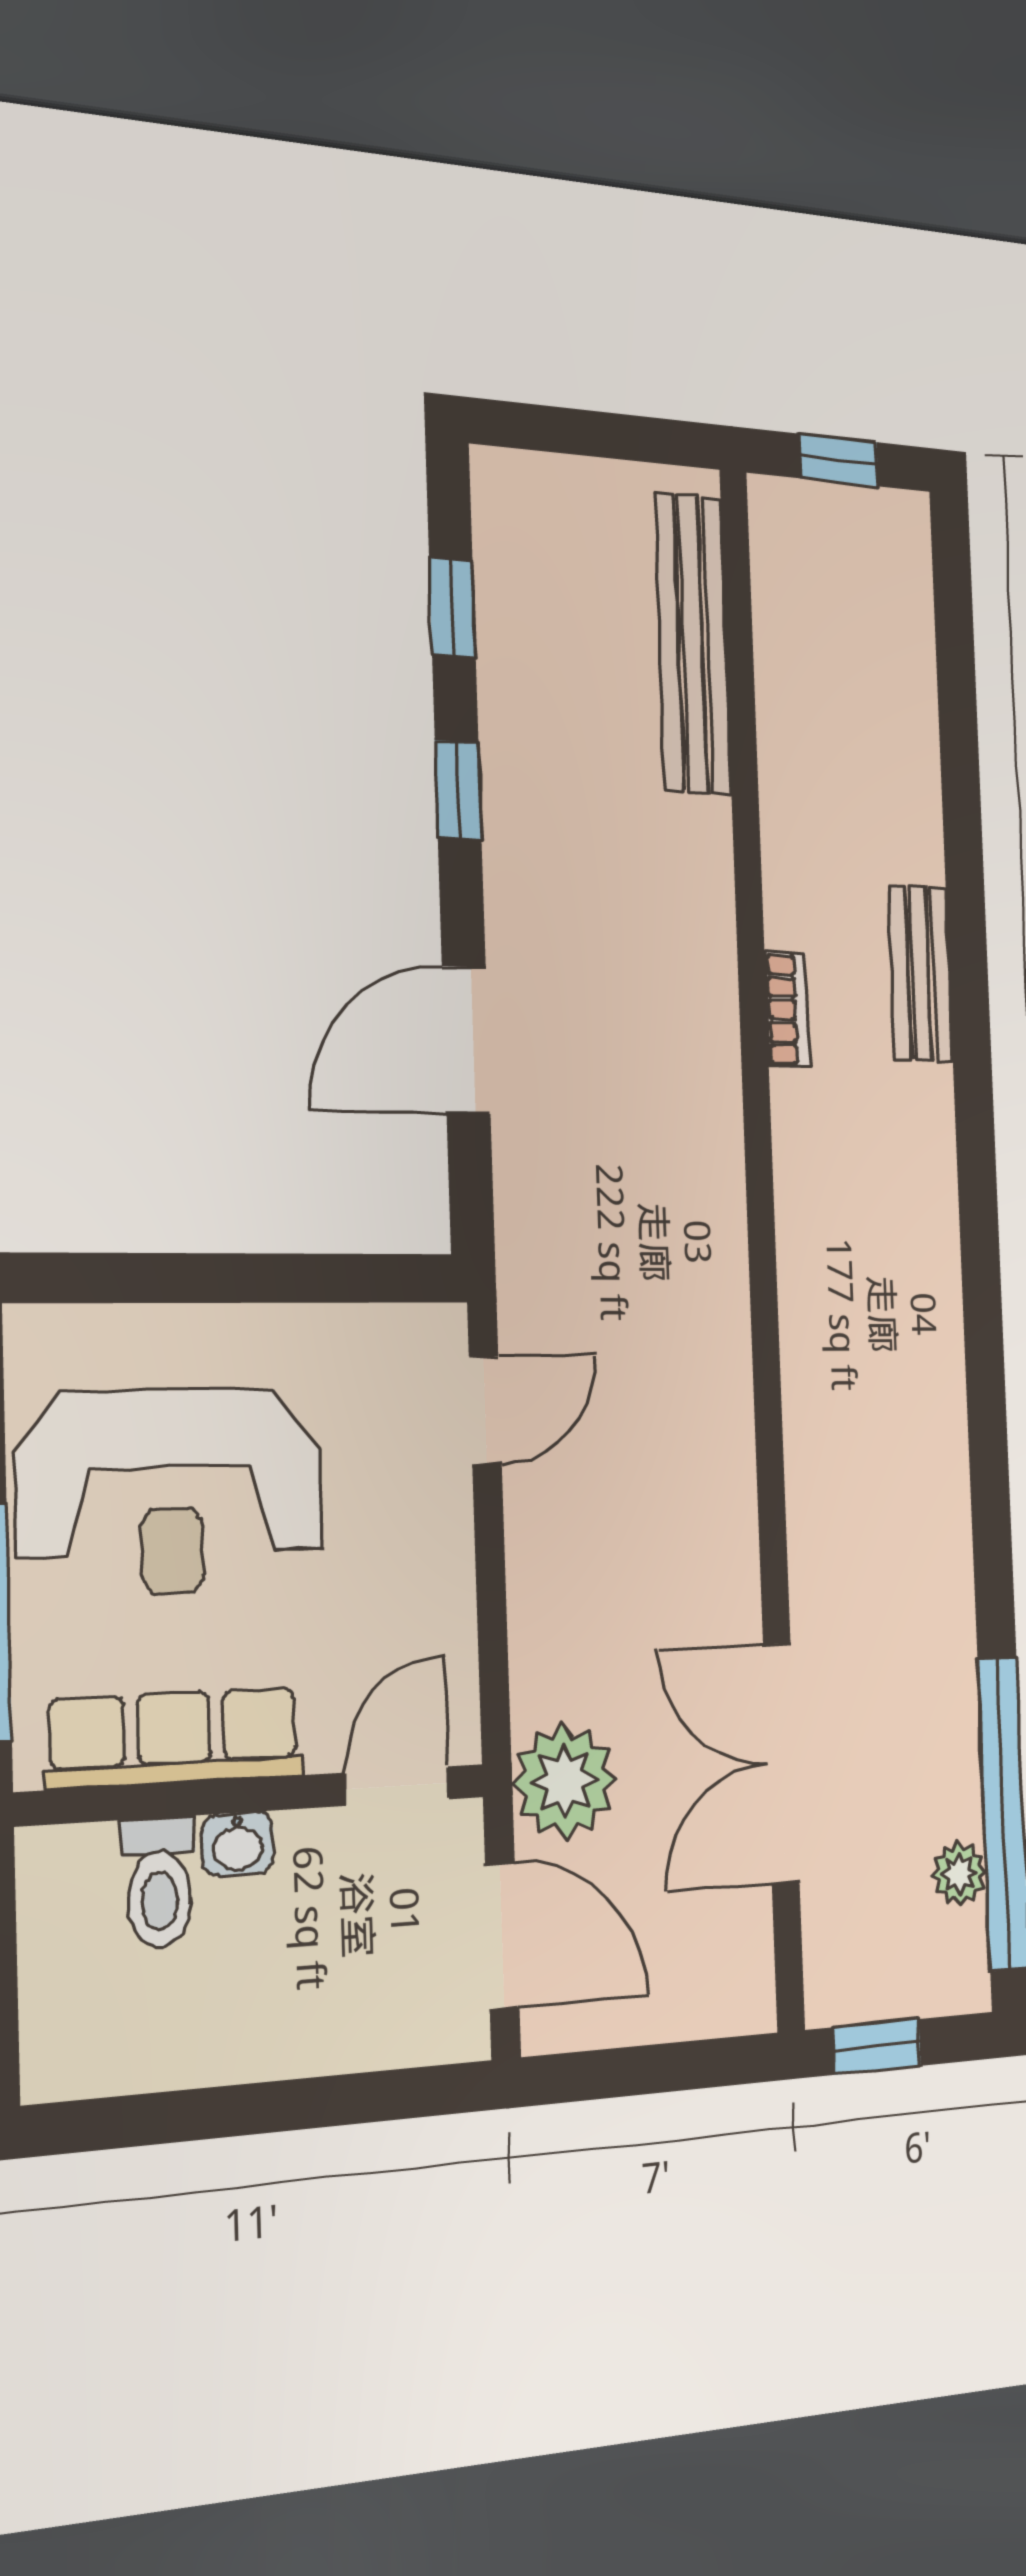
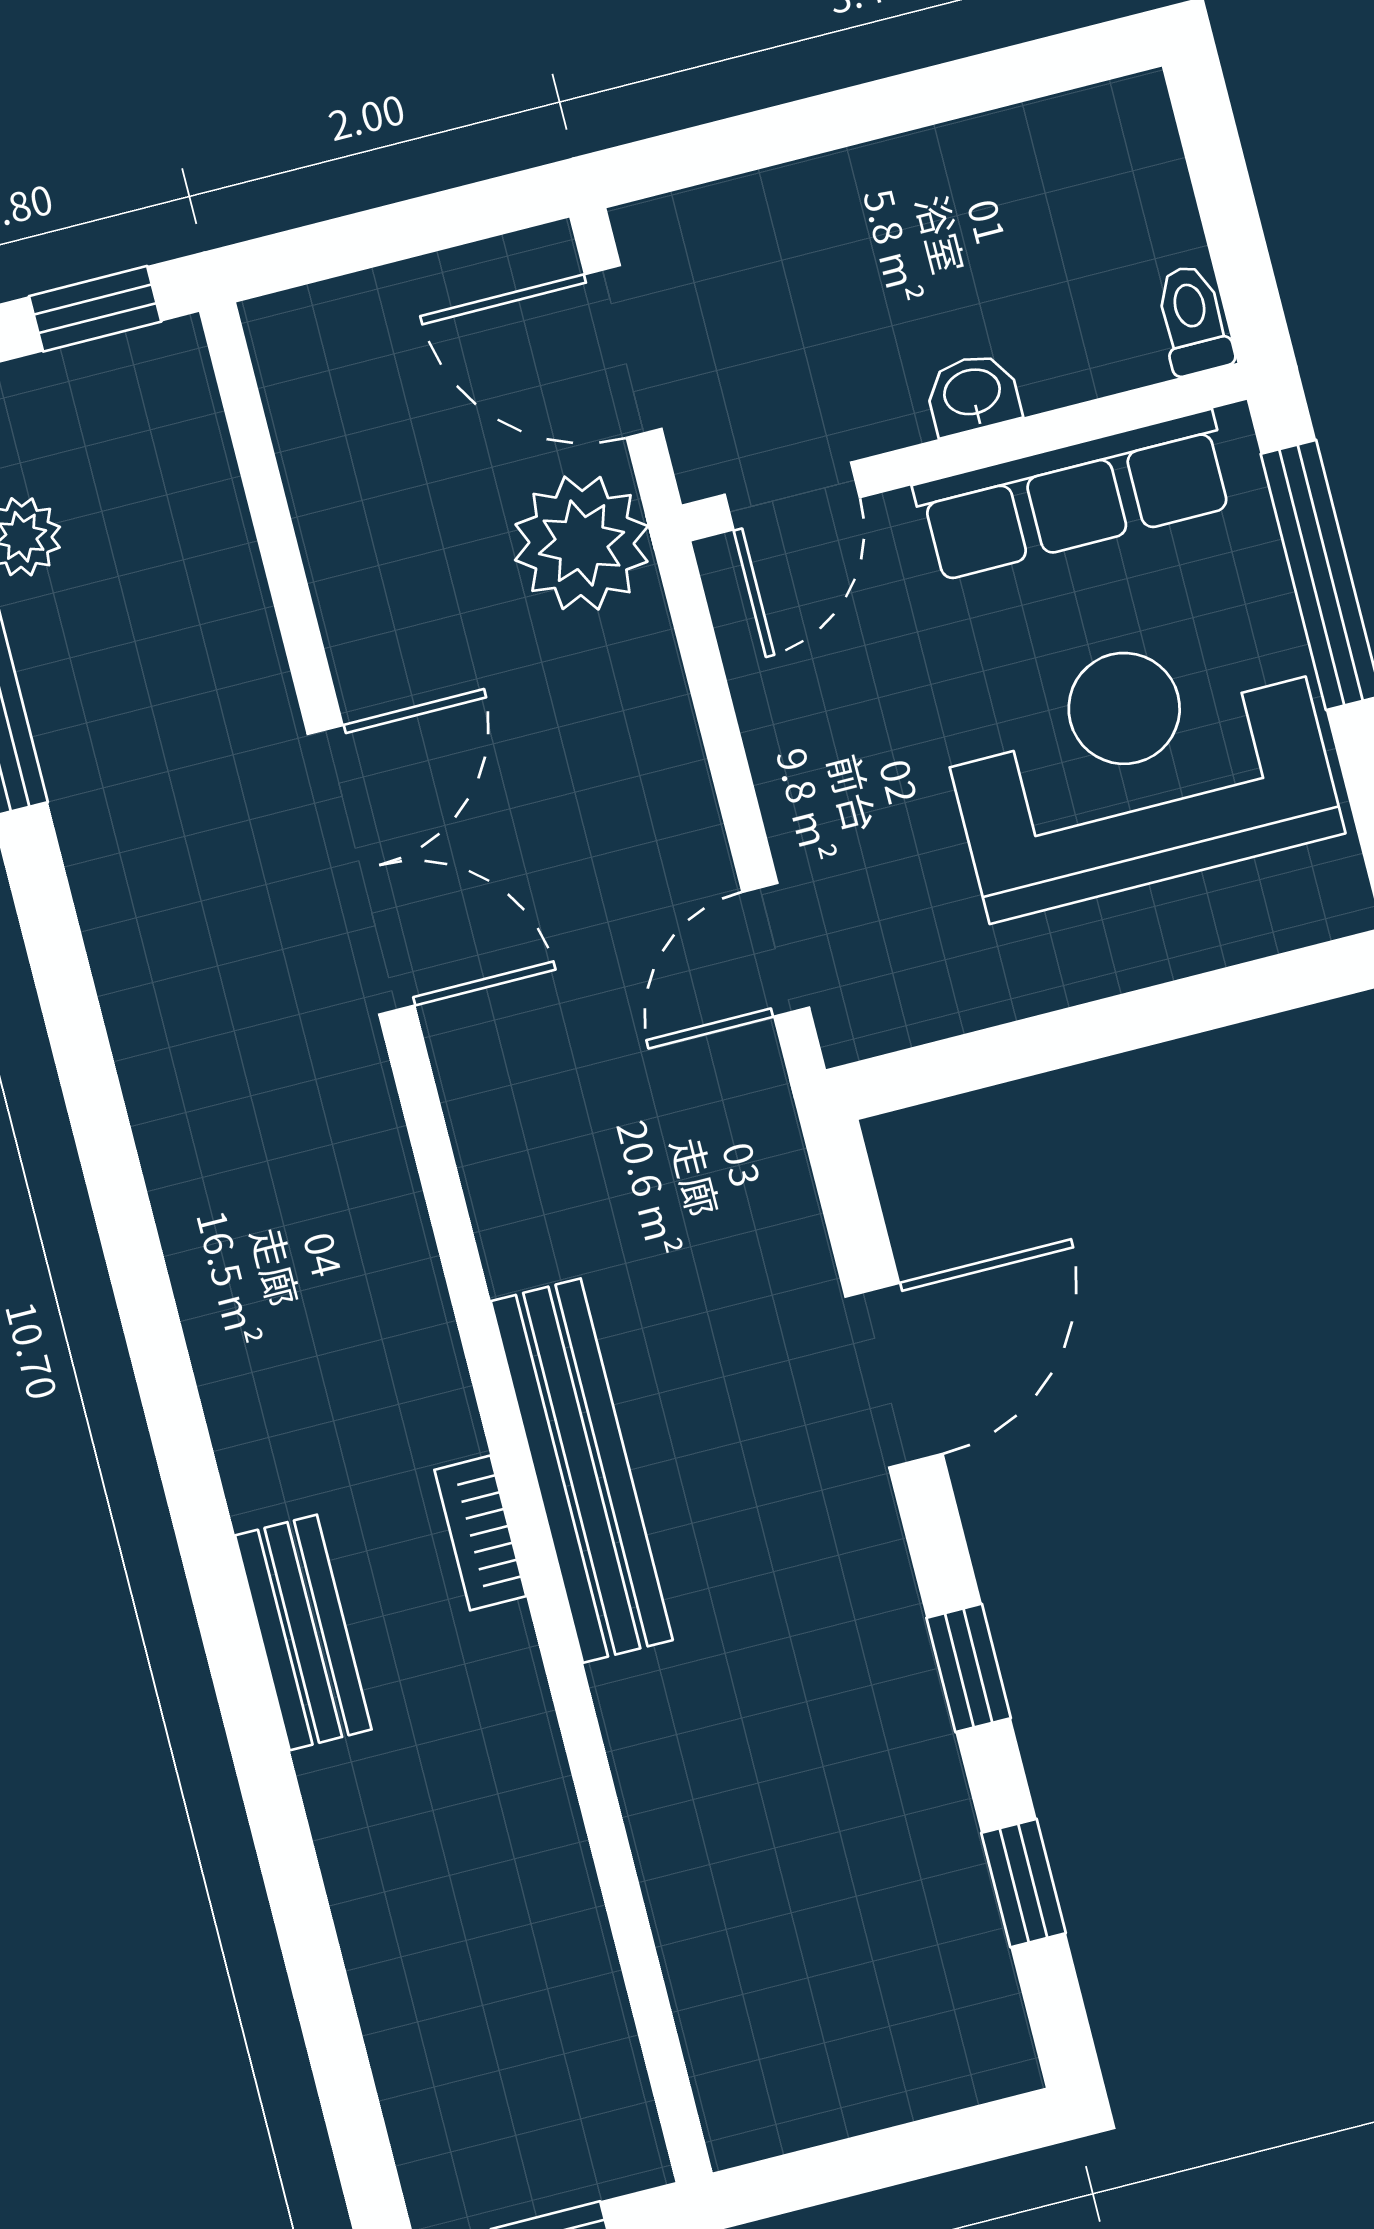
bench: (693, 644) -> (582, 1471), moved
double door: (781, 1763) -> (361, 870), moved
toilet: (159, 1883) -> (1193, 320), moved, width x0.73, depth x0.72

